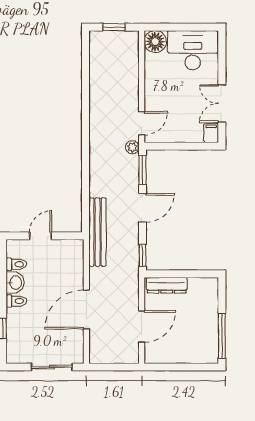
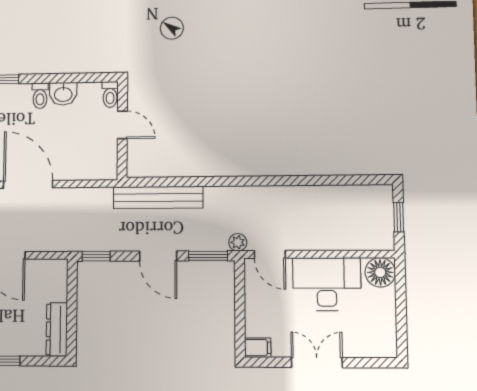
desk: (193, 50) -> (327, 284), moved, turned -90
double door: (222, 104) -> (317, 362), moved
bench: (98, 232) -> (158, 197), moved
toilet: (16, 264) -> (110, 94), moved
dresser: (167, 285) -> (57, 329), moved

